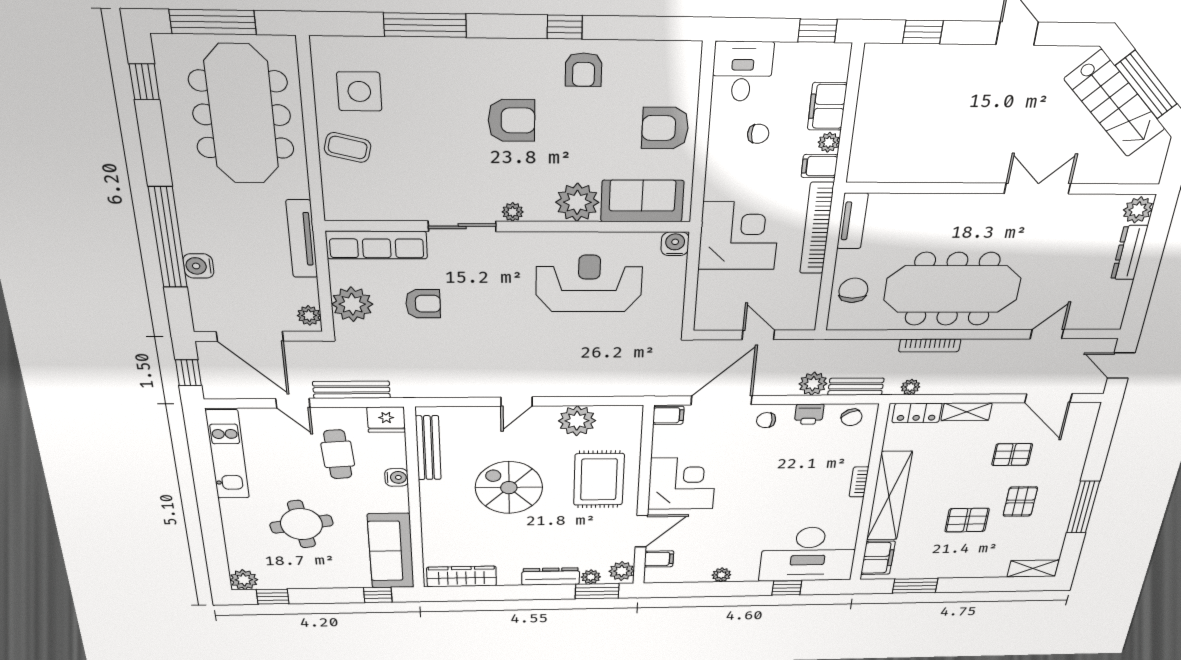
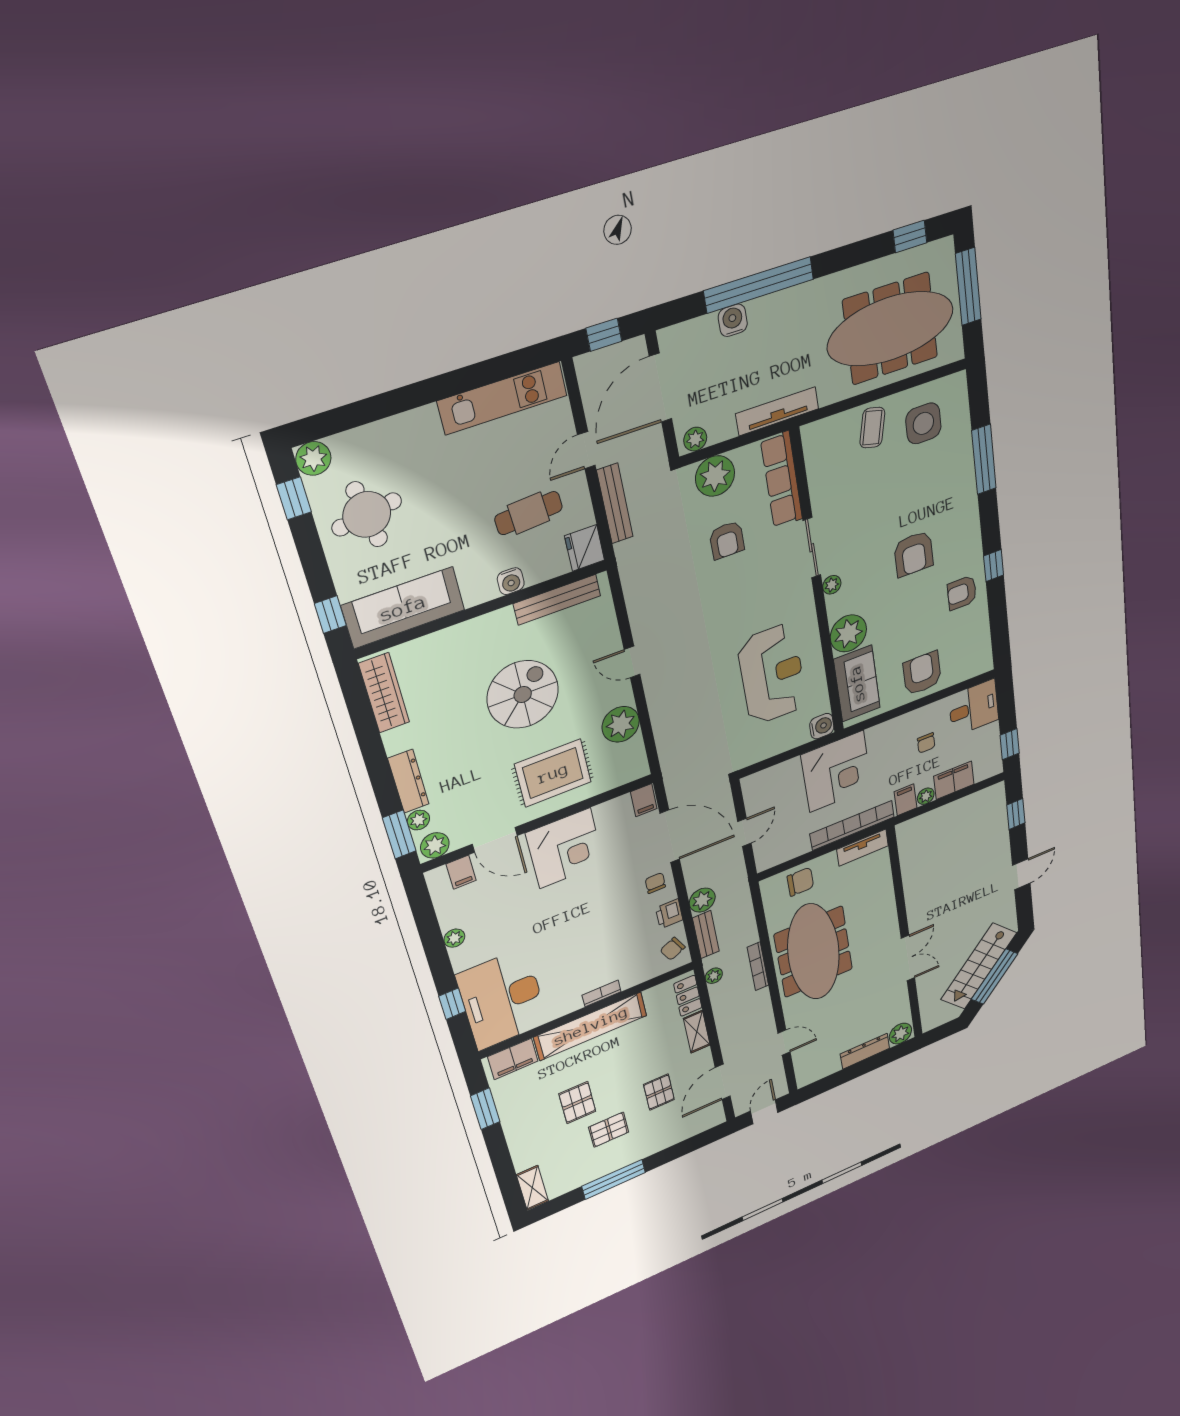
round table: (301, 524) -> (367, 514), moved

